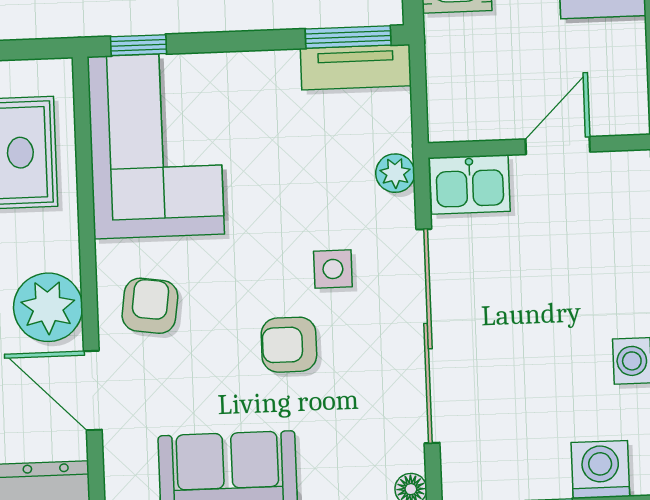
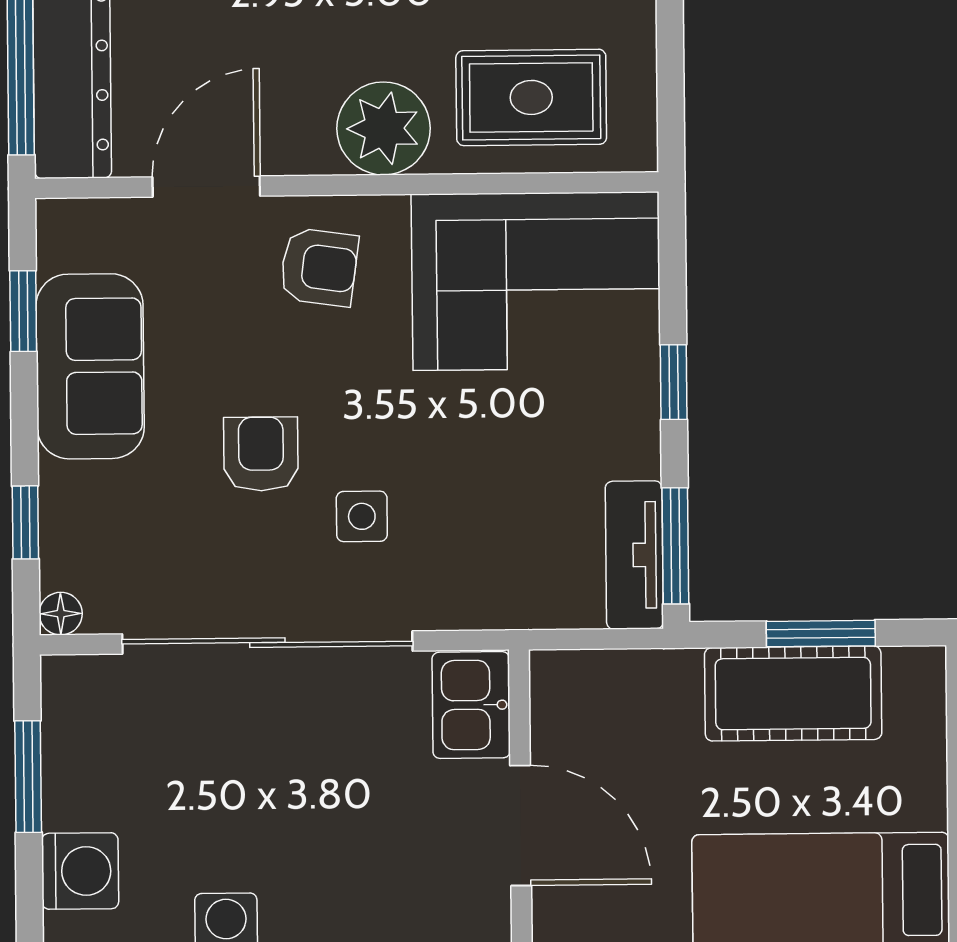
window: (138, 45) -> (674, 382), moved
door: (558, 145) -> (521, 826), width x1.38
plant: (395, 173) -> (489, 604), removed
plant: (48, 307) -> (384, 128), moved

